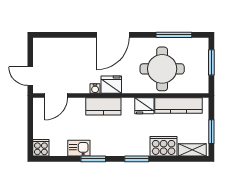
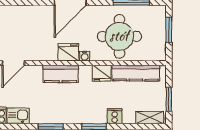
water cooler: (95, 89) -> (85, 56), moved
cooker: (164, 146) -> (115, 116), width x0.53, depth x0.76
kitchen sink: (79, 148) -> (18, 116), moved

